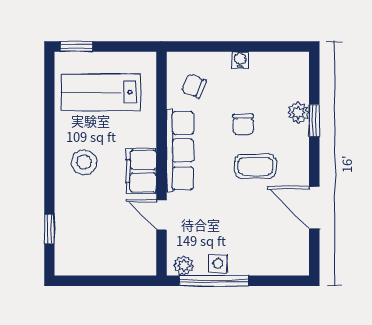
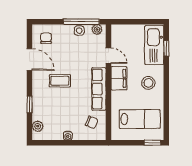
plant: (298, 113) -> (38, 126), moved
chair: (243, 124) -> (46, 38), moved
kitchen sink: (73, 236) -> (154, 45), added

